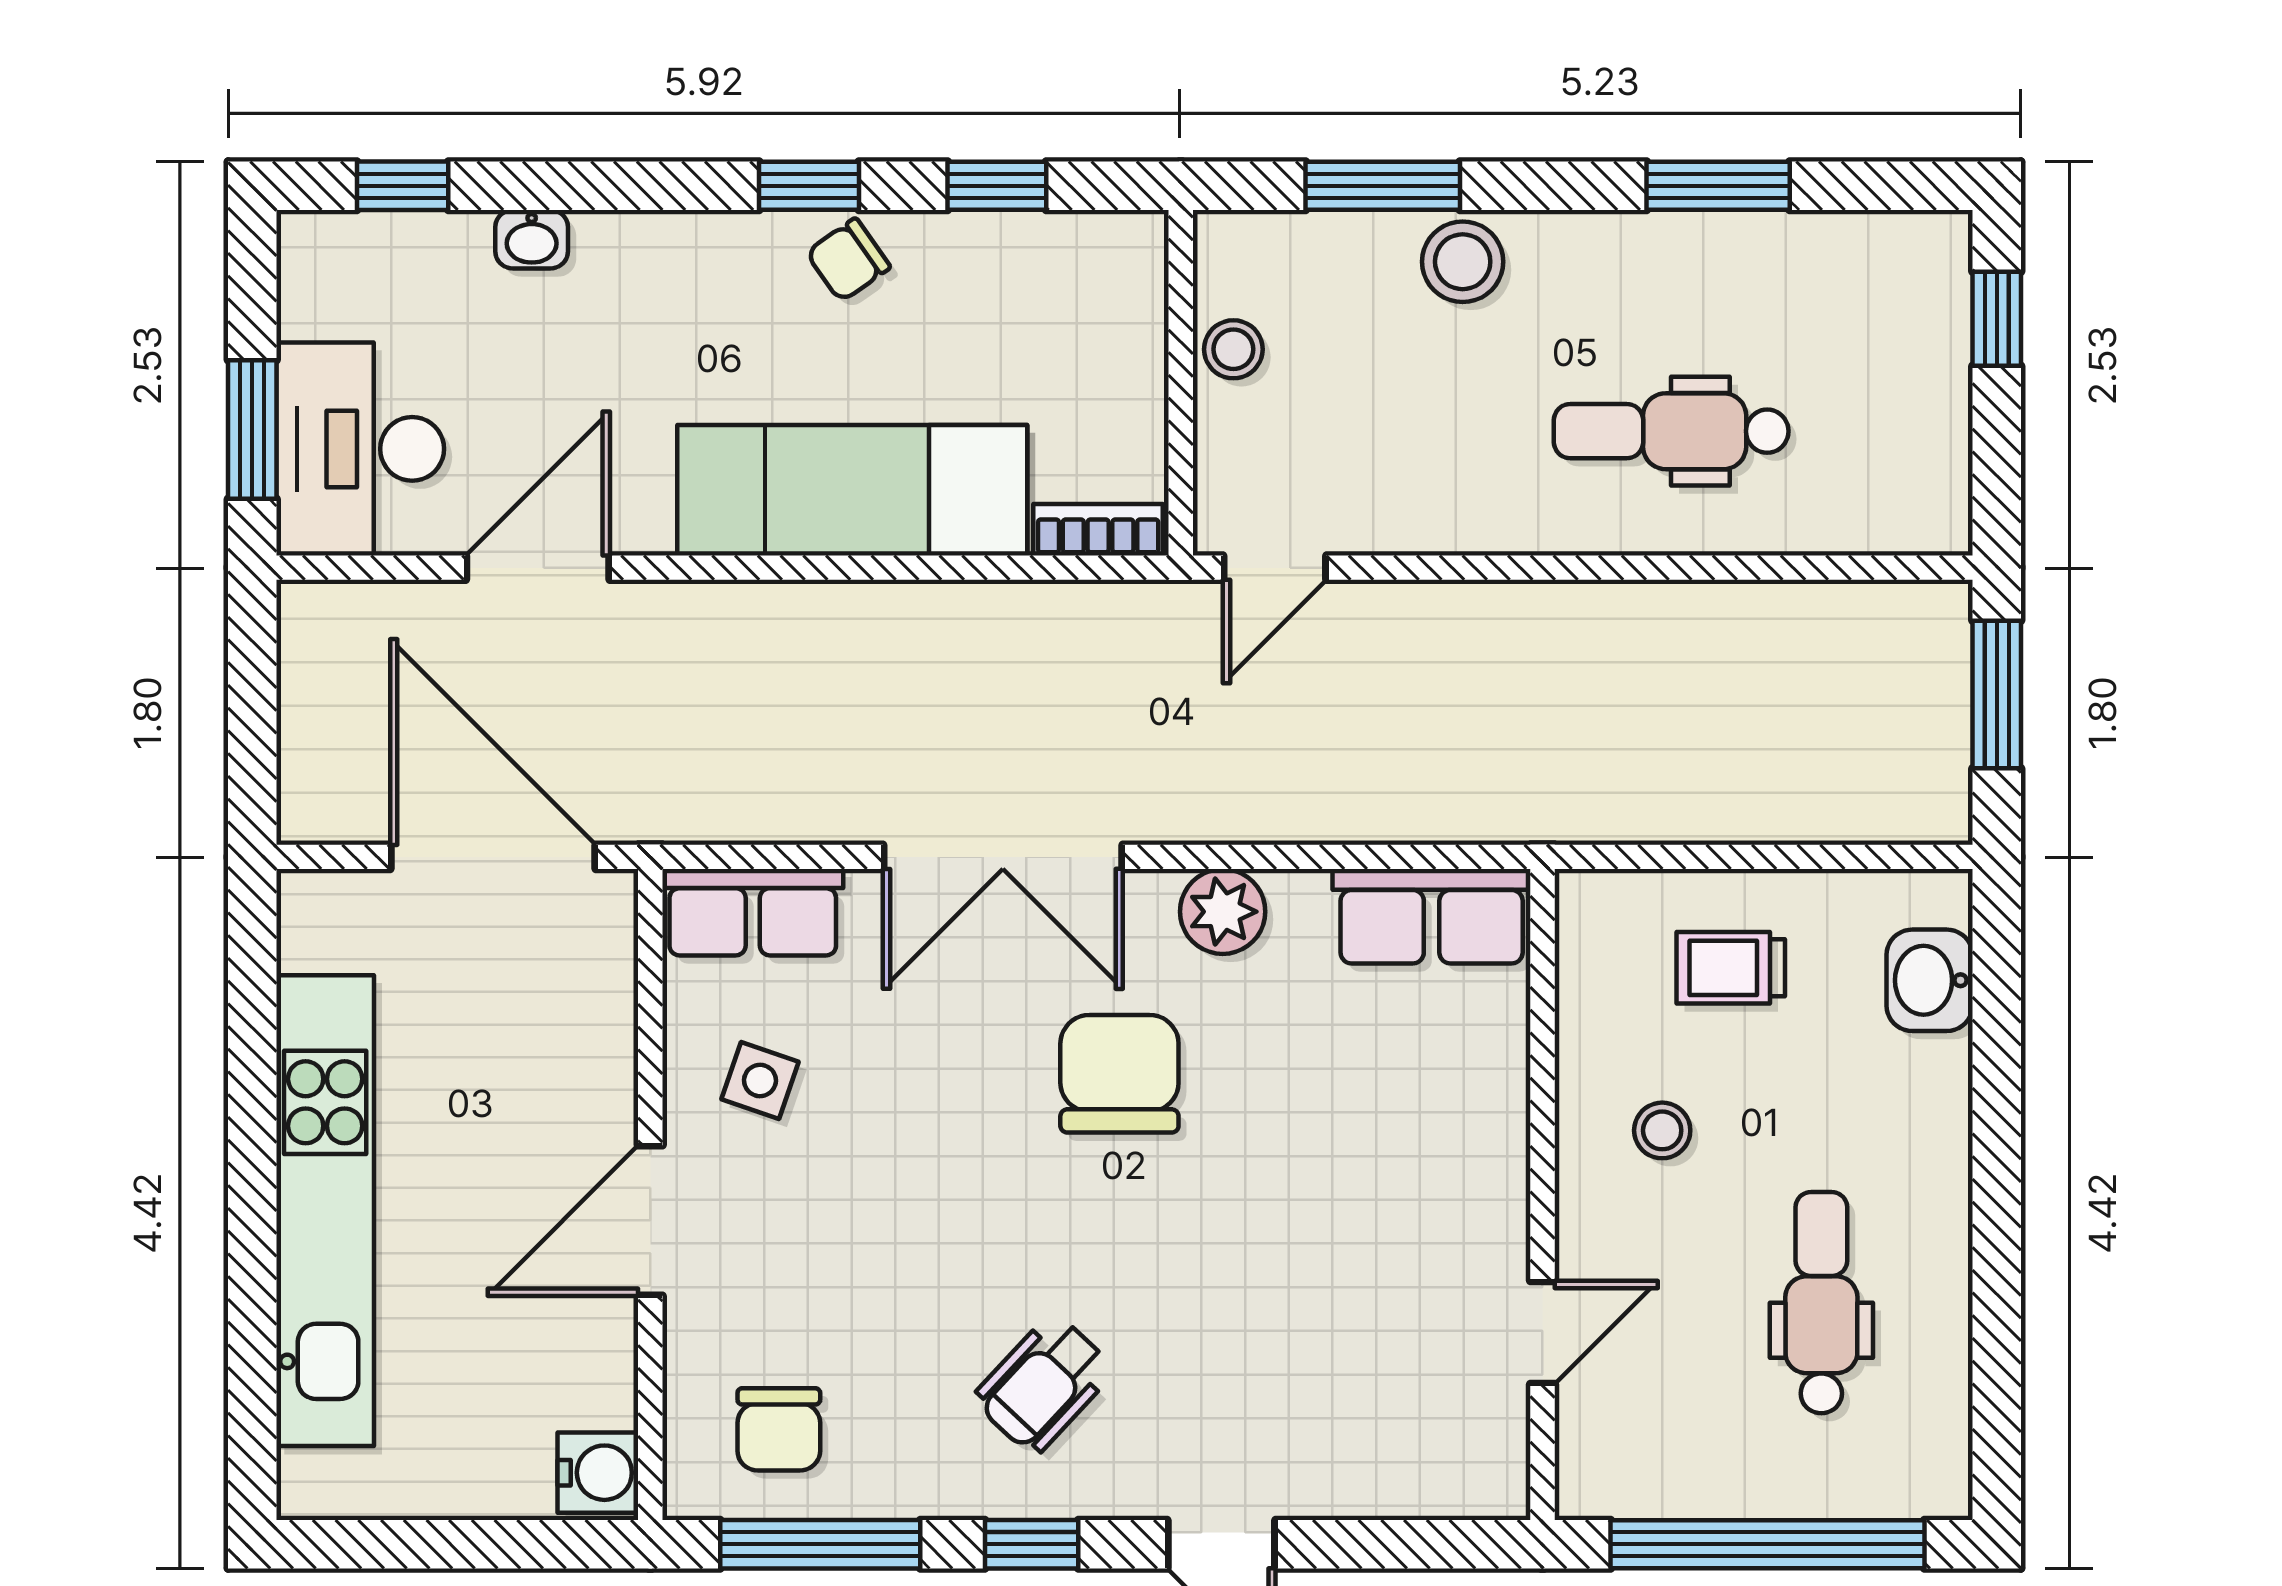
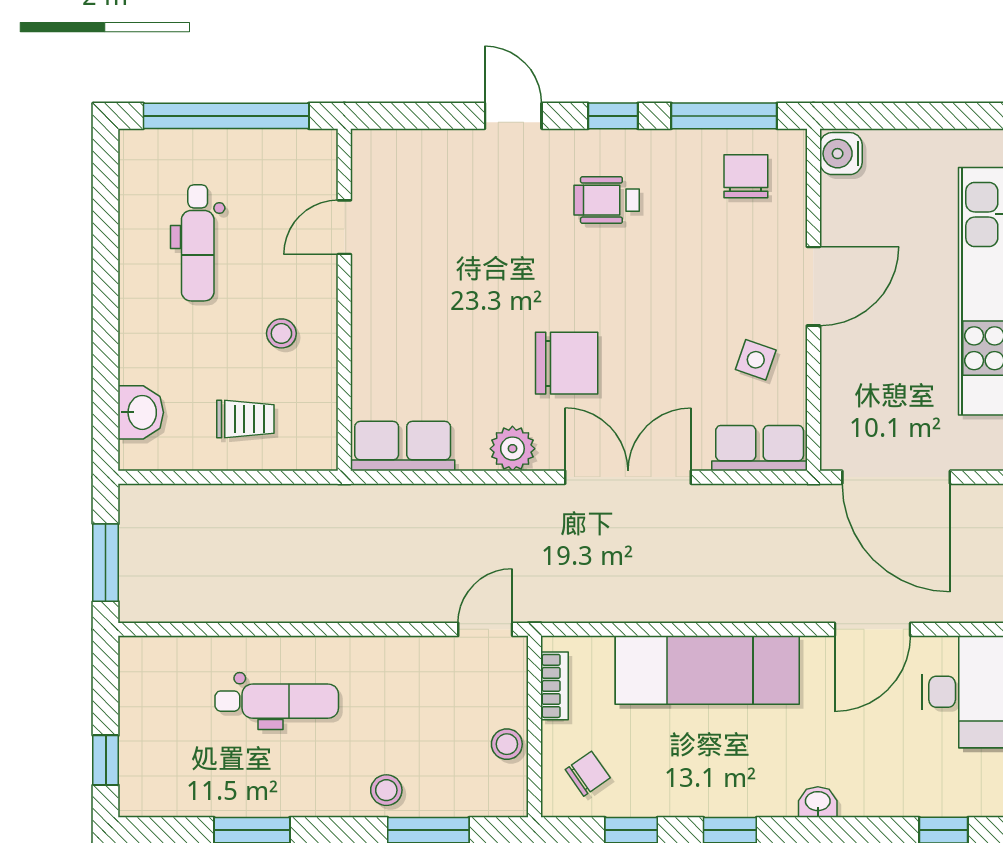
washbasin: (532, 239) -> (818, 802), moved
chair: (848, 260) -> (588, 774), moved
stool: (1463, 262) -> (386, 790), width x0.73, depth x0.73
bookcase: (1098, 530) -> (554, 686), moved, turned -90
chair: (1119, 1074) -> (567, 363), turned -90
wheelchair: (1044, 1384) -> (607, 200), turned -133

